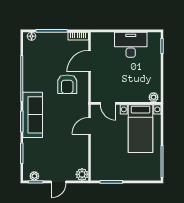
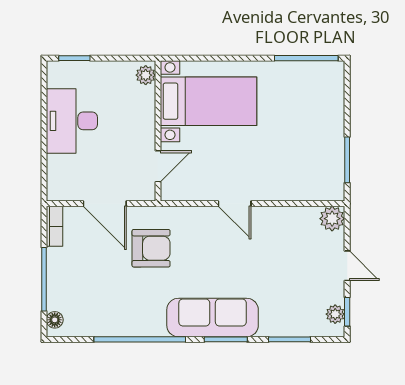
plant: (154, 97) -> (146, 75), moved
door: (108, 103) -> (158, 166), moved
wall: (126, 103) -> (158, 131), moved
bed with nightstands: (141, 129) -> (208, 101), moved

